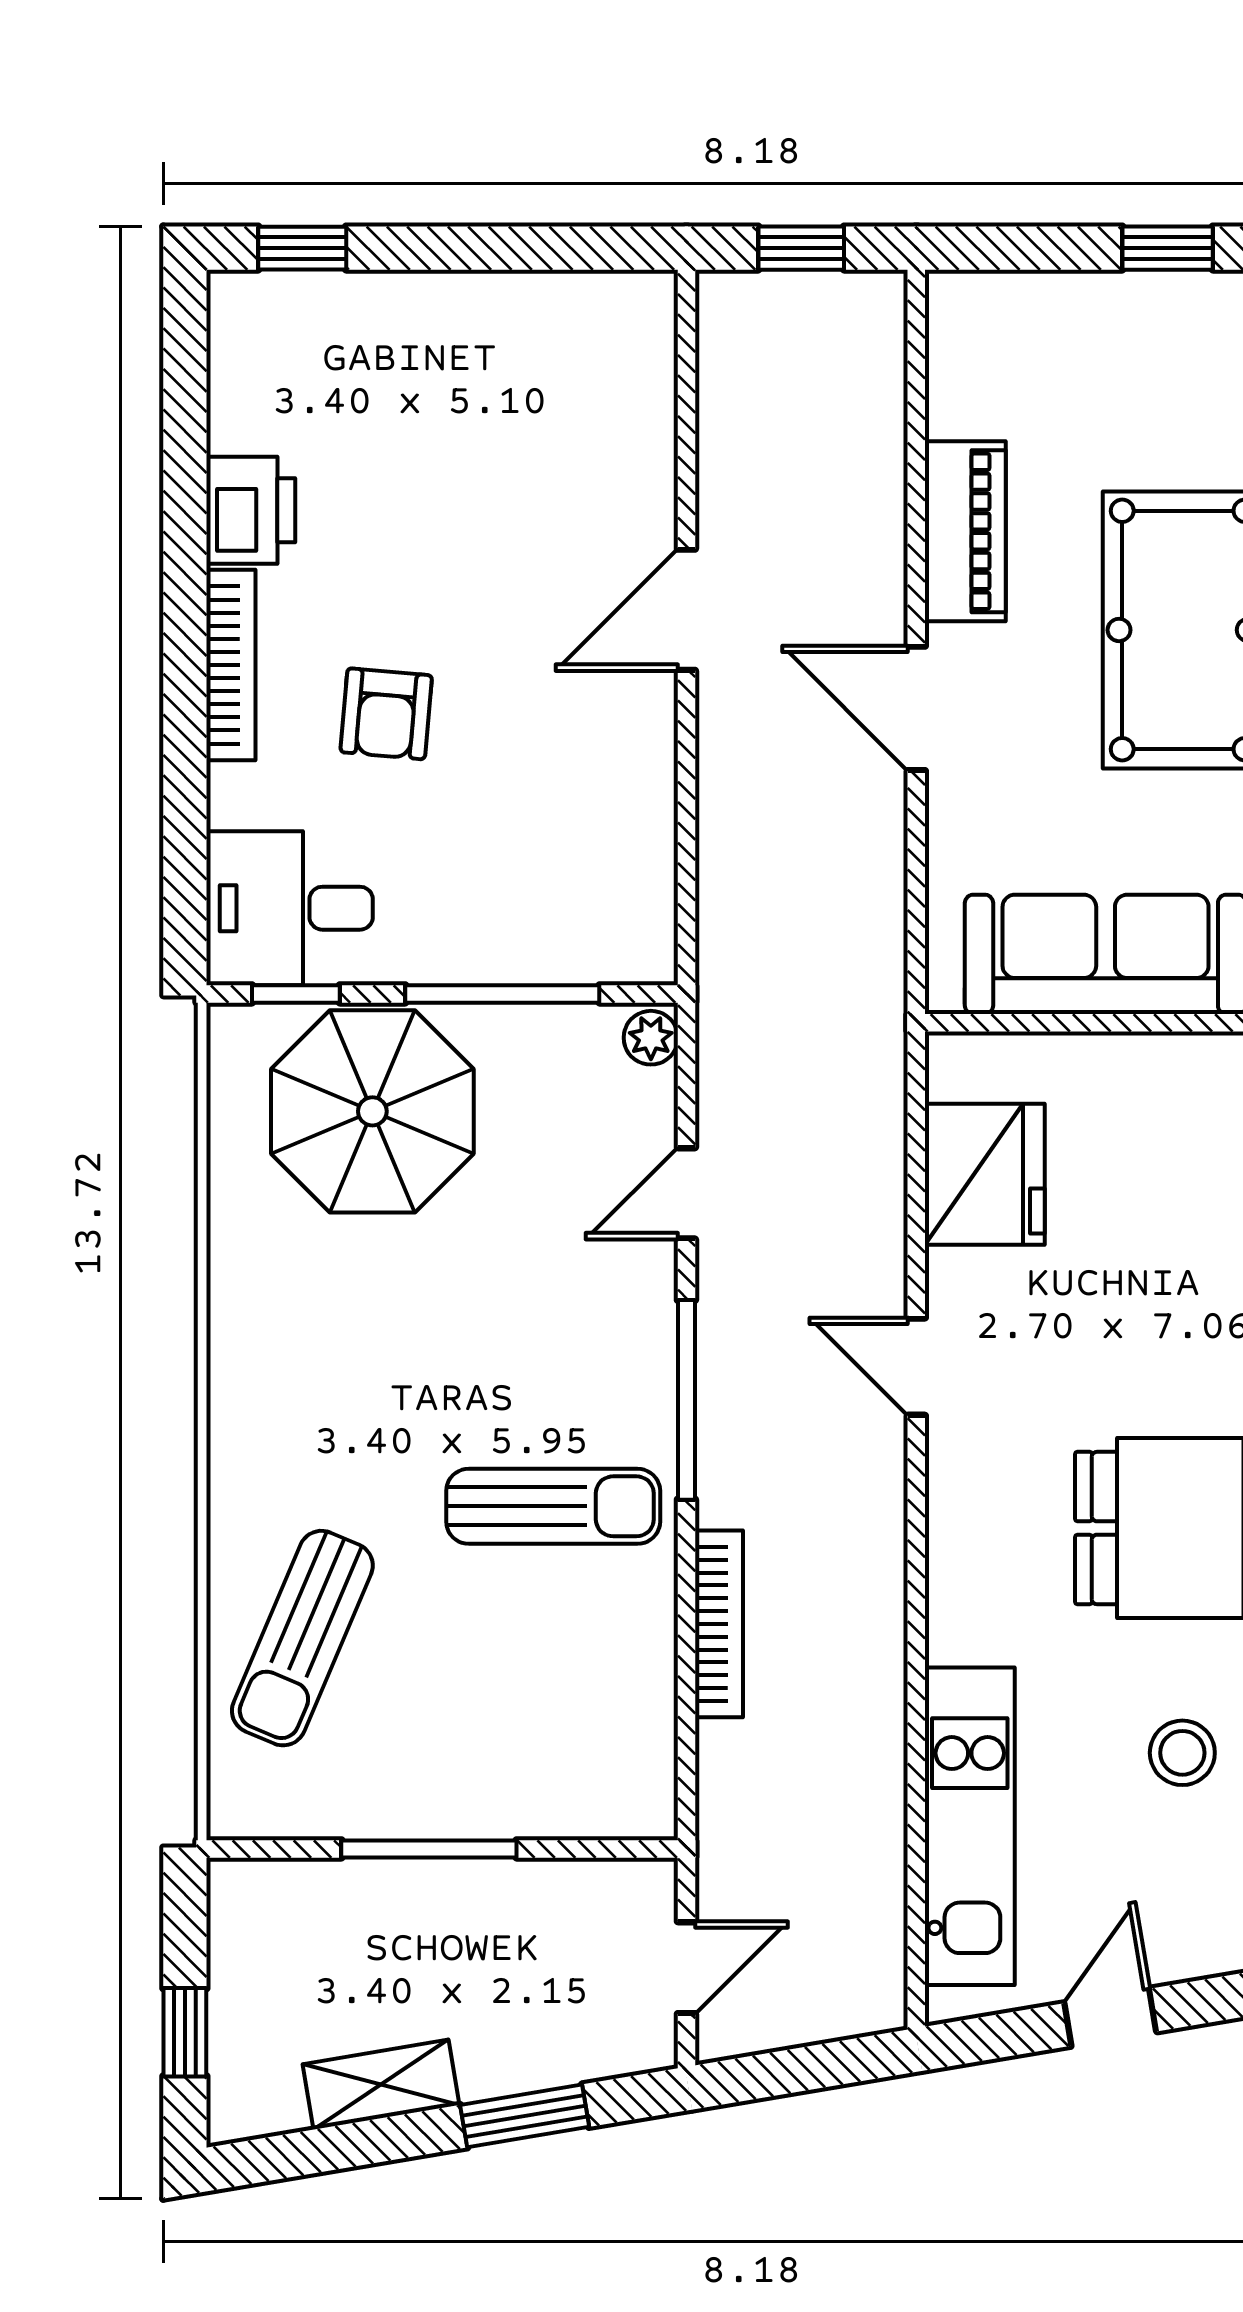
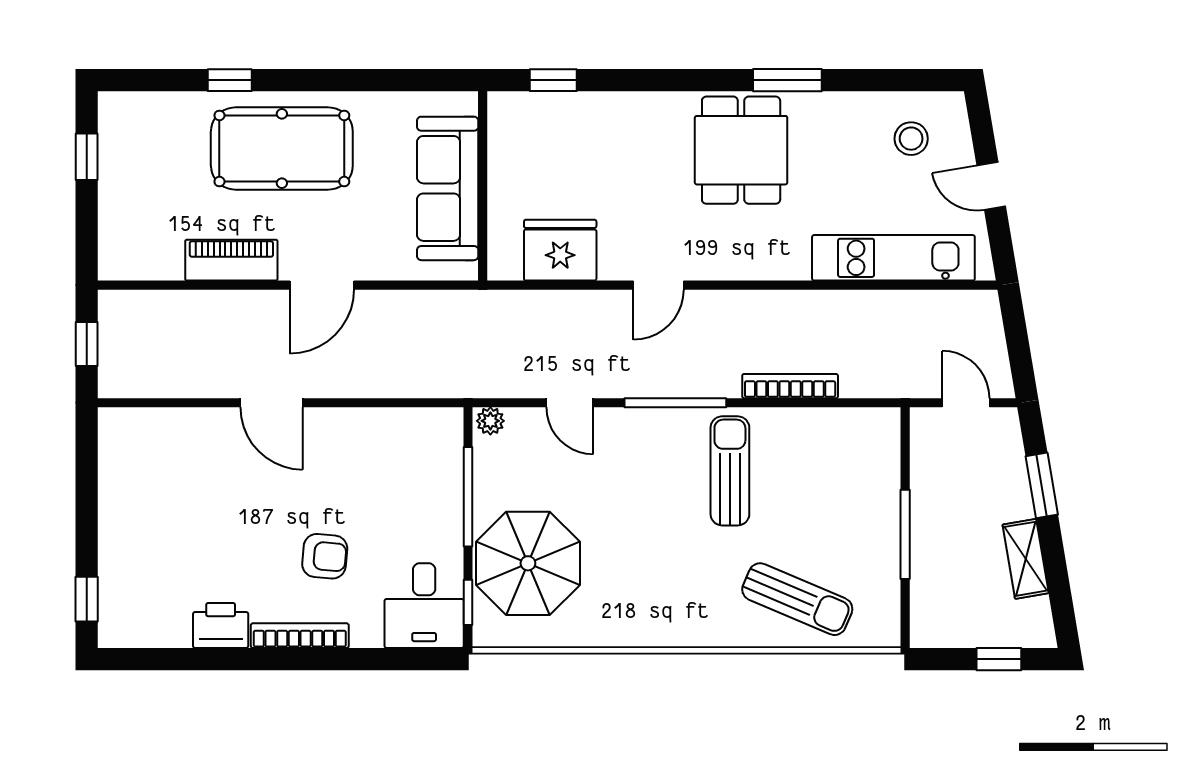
stool: (1182, 1753) -> (911, 139), moved

